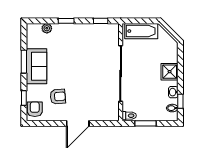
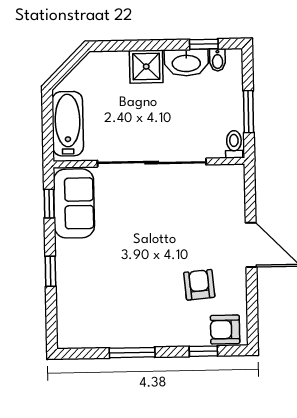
plant: (47, 28) -> (66, 309), removed
sofa: (37, 66) -> (74, 203), moved, turned 90
washbasin: (173, 92) -> (186, 63), width x1.91, depth x1.45

